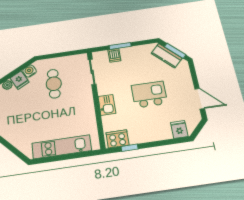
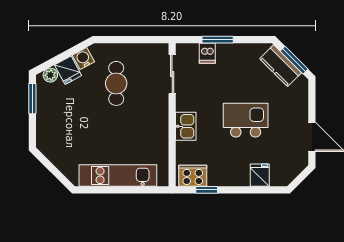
fridge: (179, 129) -> (260, 175), moved

